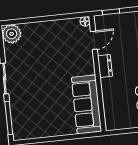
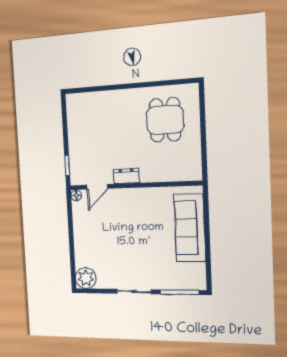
door: (94, 40) -> (97, 187), swing flipped
sofa: (86, 104) -> (190, 228), moved, turned 90

